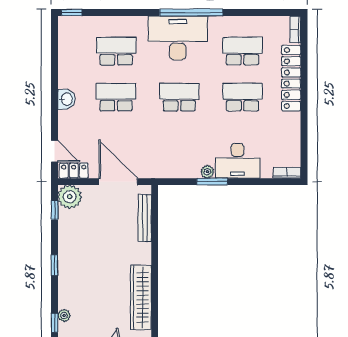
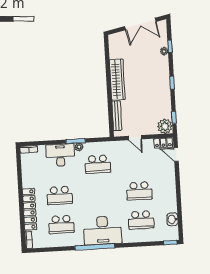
school desk: (179, 97) -> (98, 164), moved
washbasin: (66, 99) -> (172, 219), moved
door: (118, 182) -> (135, 138), width x0.53
wardrobe: (141, 297) -> (117, 80), moved

